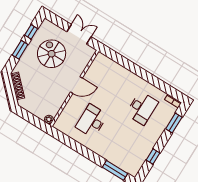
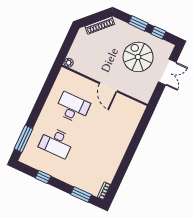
double door: (79, 34) -> (167, 72), moved
spiral stairs: (52, 54) -> (138, 57), turned -90
desk: (142, 108) -> (56, 142), moved

